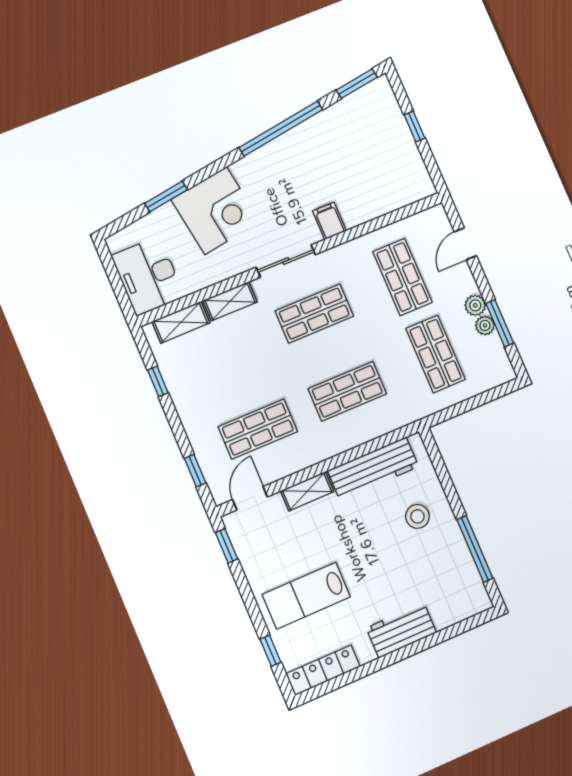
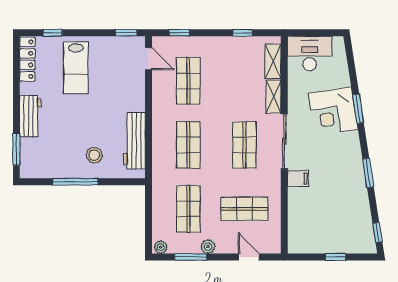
window: (357, 84) -> (377, 232), width x0.67
window: (281, 129) -> (368, 173), width x0.47
window: (166, 196) -> (358, 109), moved
sliding door: (286, 261) -> (284, 141), width x1.37
plant: (485, 325) -> (161, 247), moved
shop shelf: (436, 354) -> (188, 209), turned 90
shelving: (307, 491) -> (138, 95), removed
window: (475, 549) -> (75, 182), moved
lab bench: (306, 596) -> (76, 68), turned 180
window: (456, 630) -> (16, 149), added

